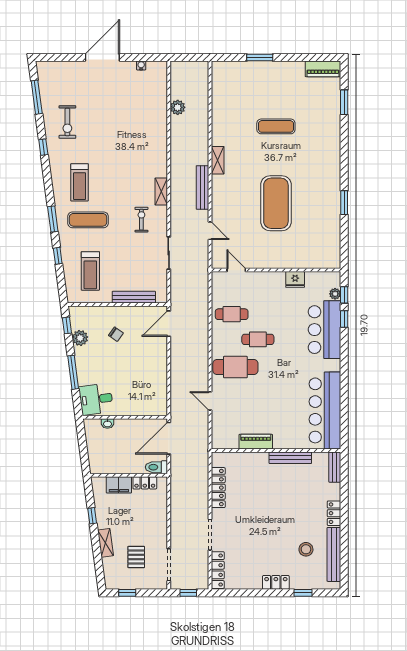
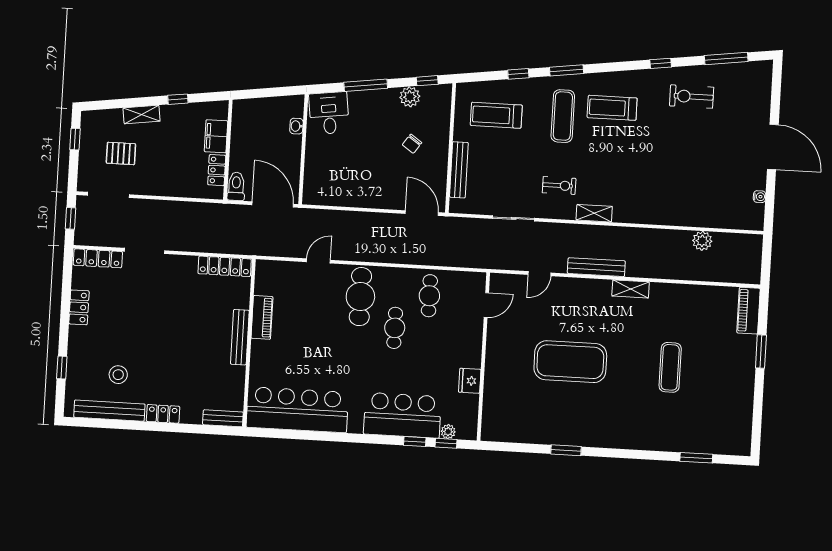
piano: (323, 69) -> (749, 311), moved
bench: (290, 458) -> (240, 337), moved
locker: (218, 488) -> (225, 266), moved
locker: (276, 582) -> (79, 307), moved

